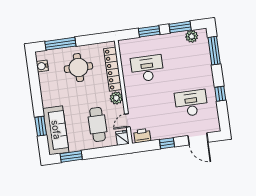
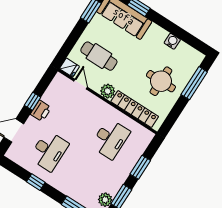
water cooler: (42, 66) -> (172, 41), moved
printer: (142, 136) -> (41, 111), moved

